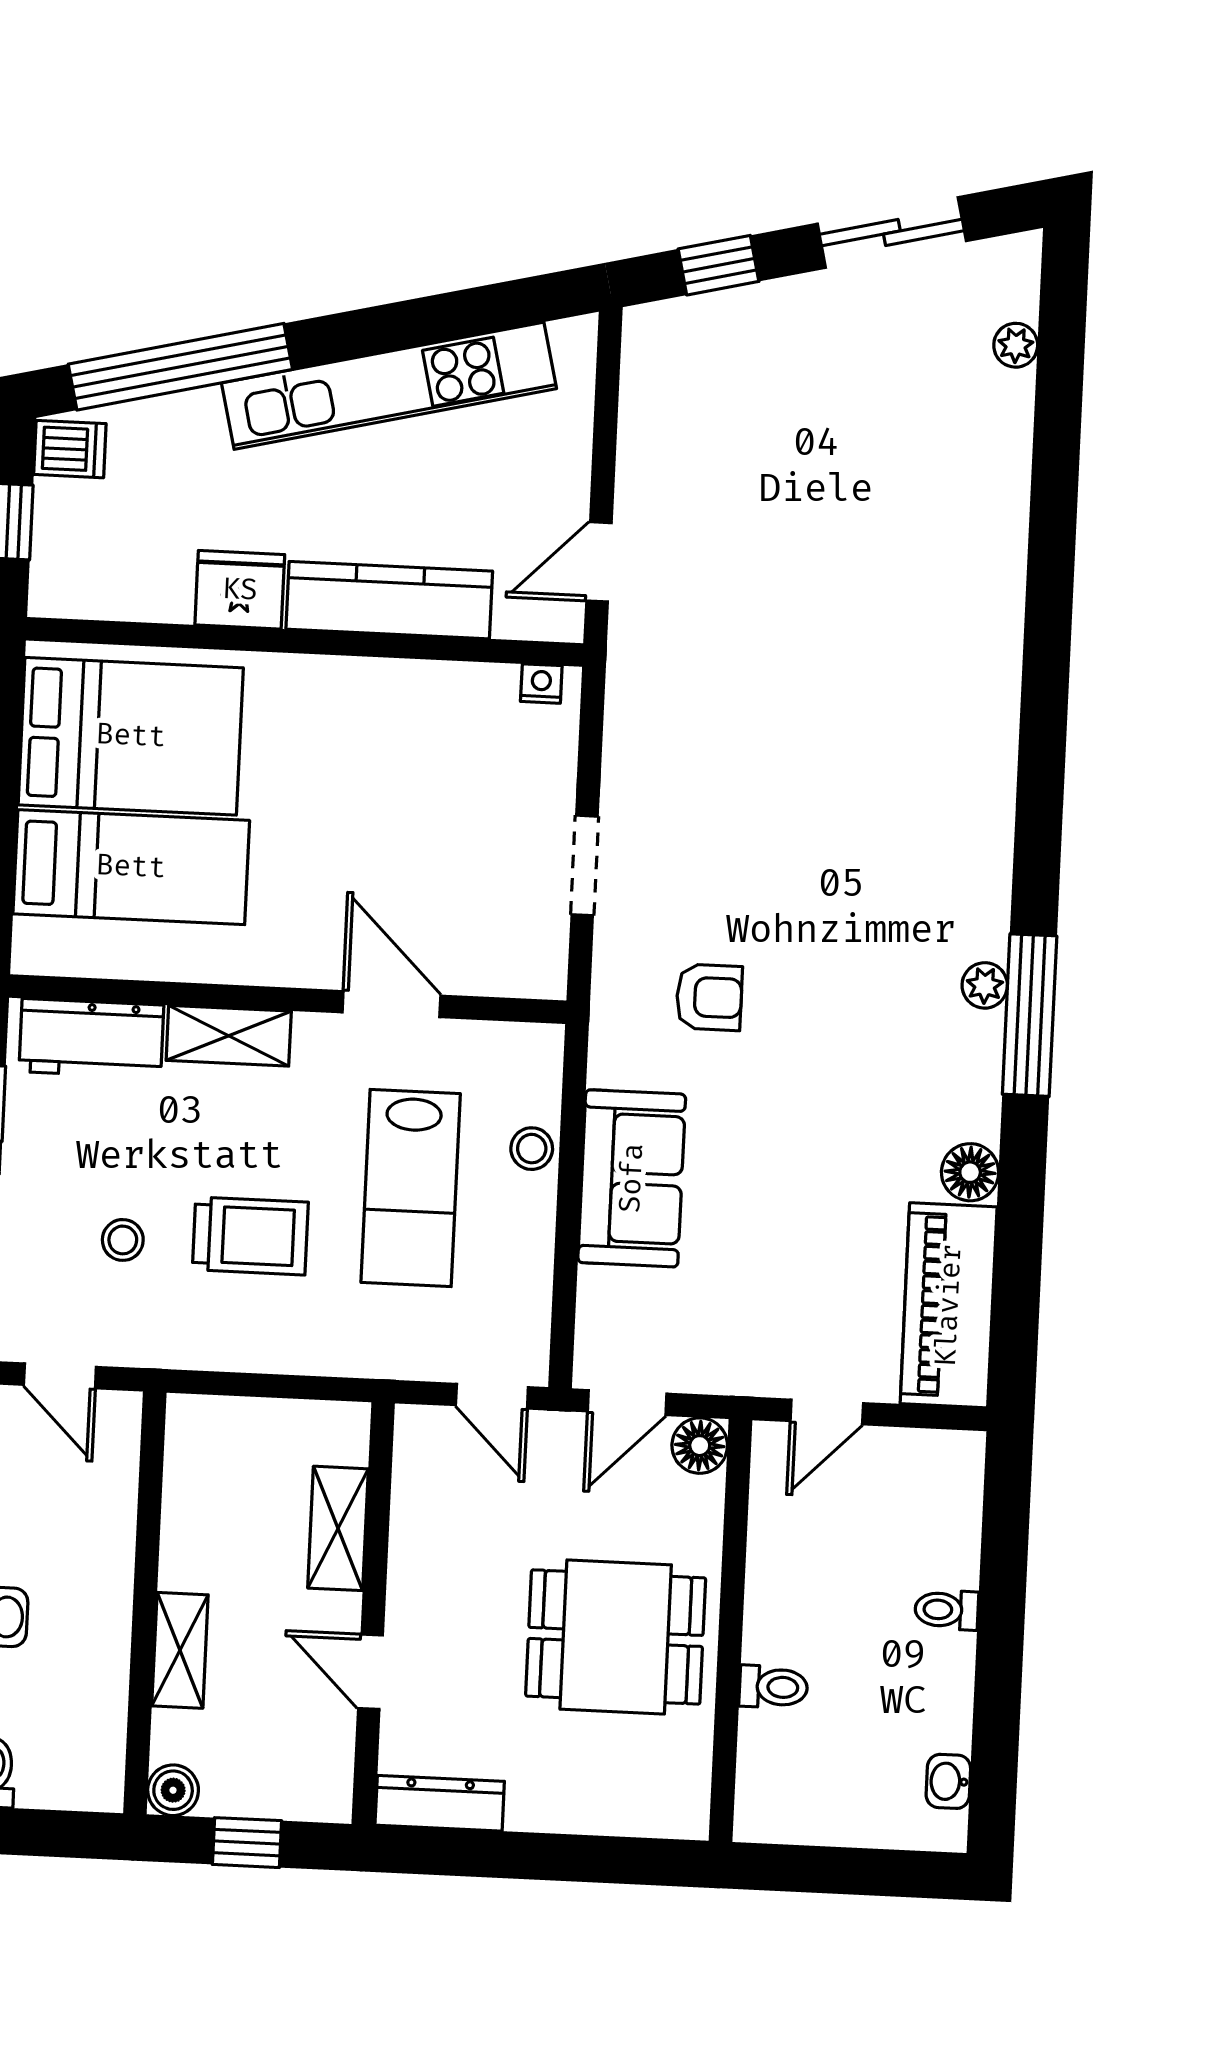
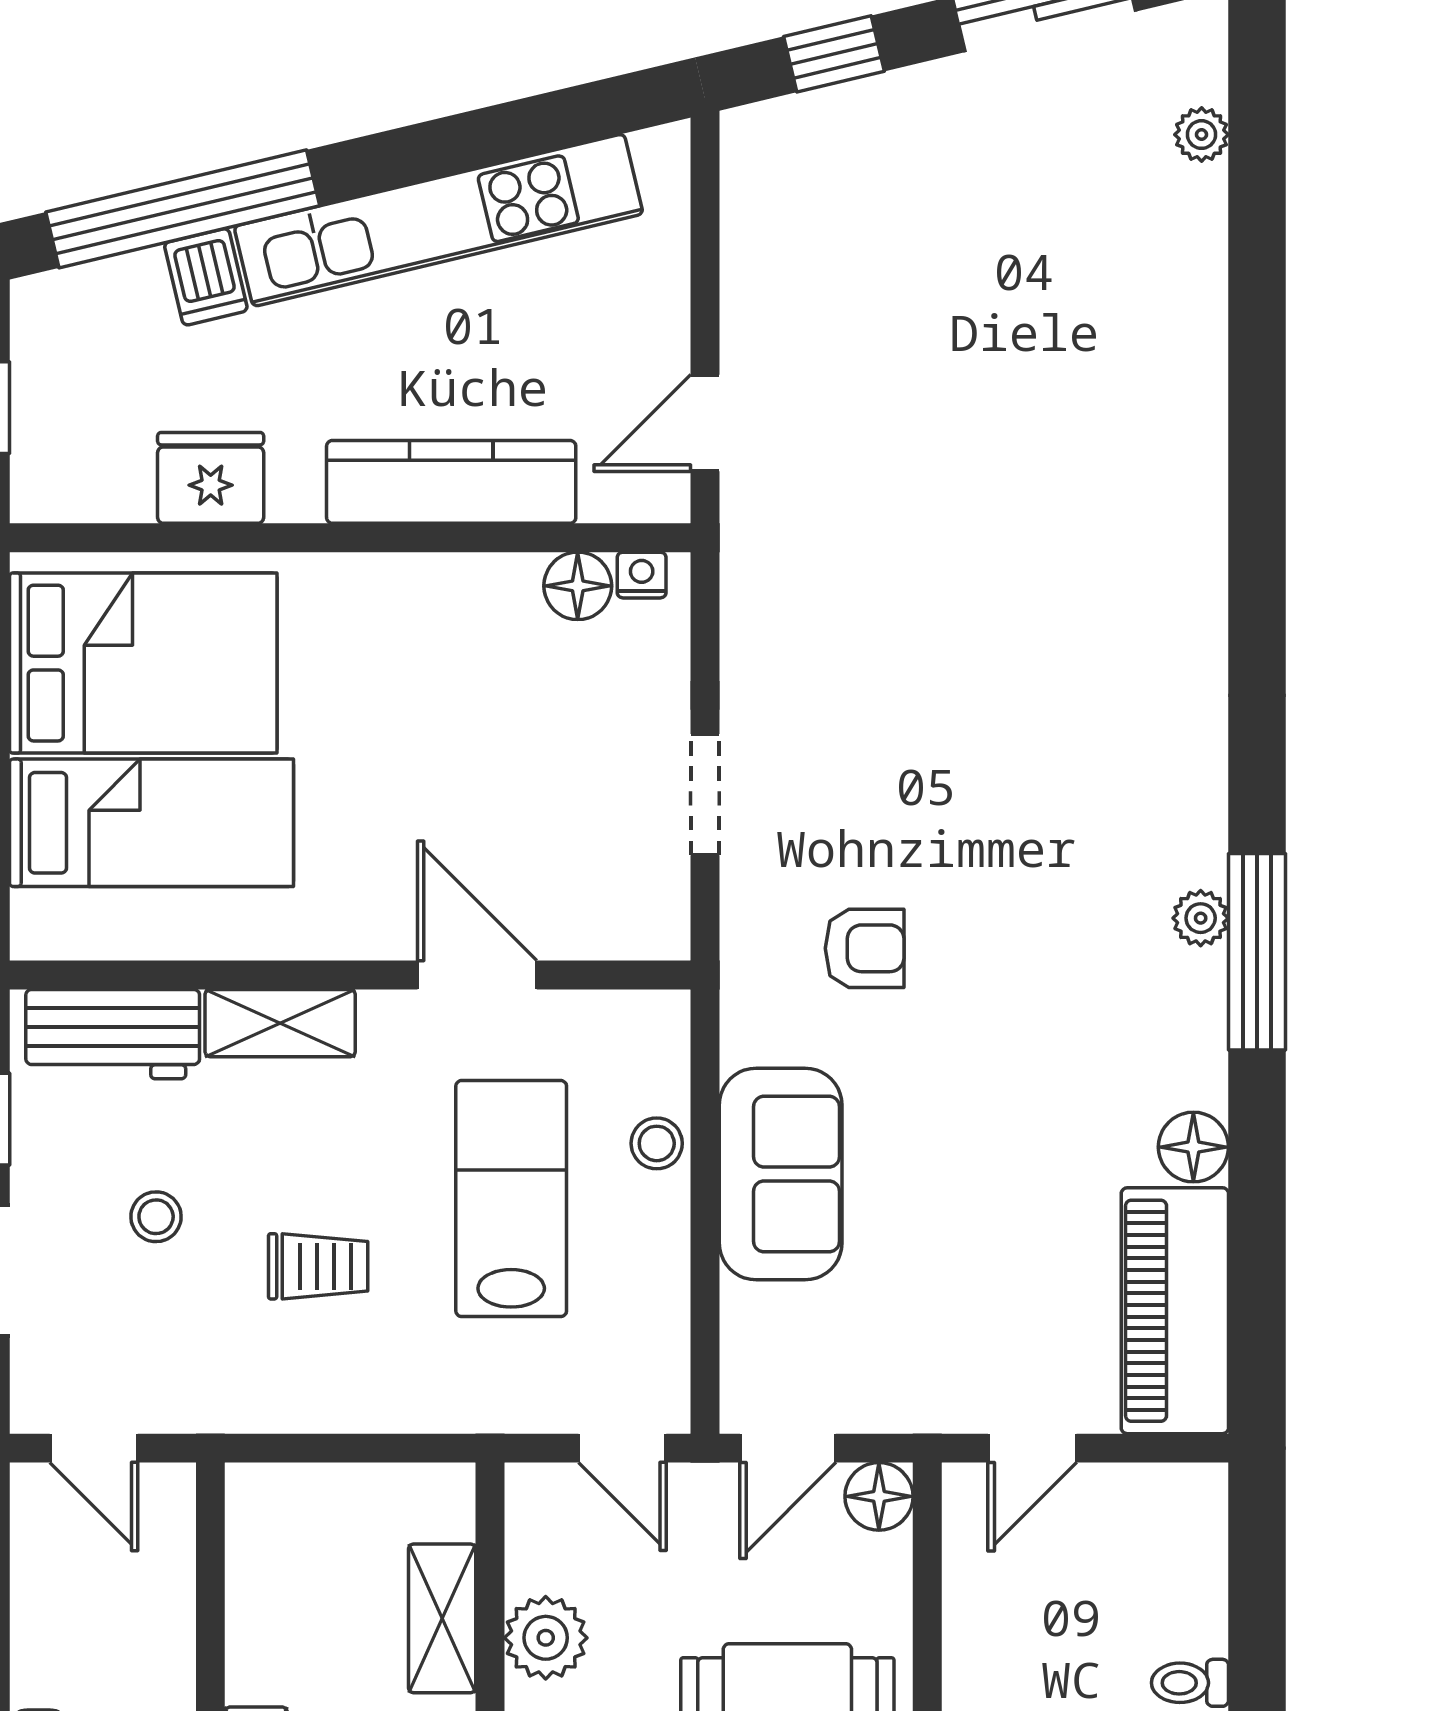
dishwasher: (70, 449) -> (206, 277), moved, turned 77
fridge: (240, 590) -> (211, 478), moved
floor lamp: (489, 690) -> (578, 586), added
lab bench: (411, 1188) -> (511, 1199), turned 180
trolley: (250, 1236) -> (318, 1266), width x0.73, depth x0.72
stool: (123, 1240) -> (156, 1217), moved
plant: (422, 1548) -> (546, 1638), added

